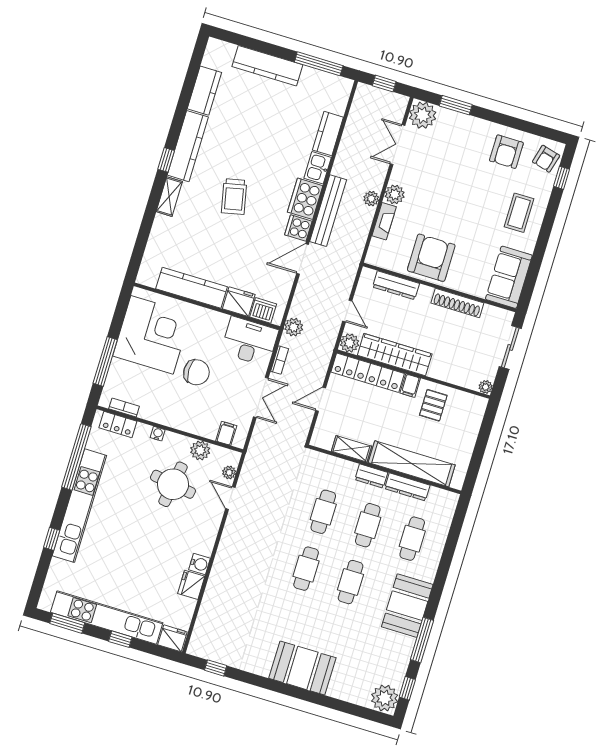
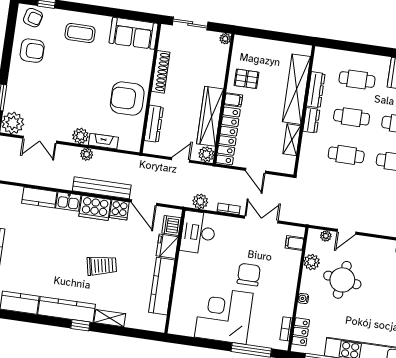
kitchen counter: (192, 288) -> (162, 286), moved
fridge: (239, 302) -> (167, 246), moved
wall: (207, 306) -> (175, 271), moved
dishwasher: (263, 310) -> (171, 225), moved
desk: (250, 341) -> (198, 233), moved

